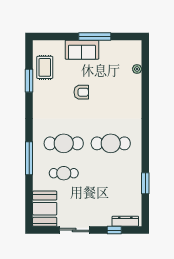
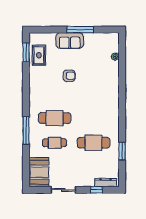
window: (29, 81) -> (26, 52), moved
cafe table: (111, 143) -> (94, 143), moved

